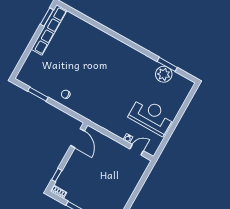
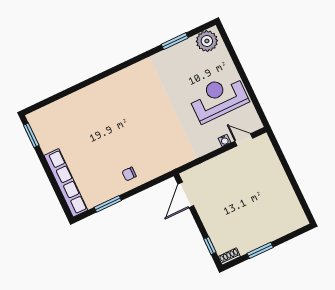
row of seats: (49, 30) -> (66, 183), moved
plant: (164, 74) -> (207, 41), moved
door: (77, 138) -> (186, 195), swing flipped
door: (137, 150) -> (244, 140), hinge flipped

